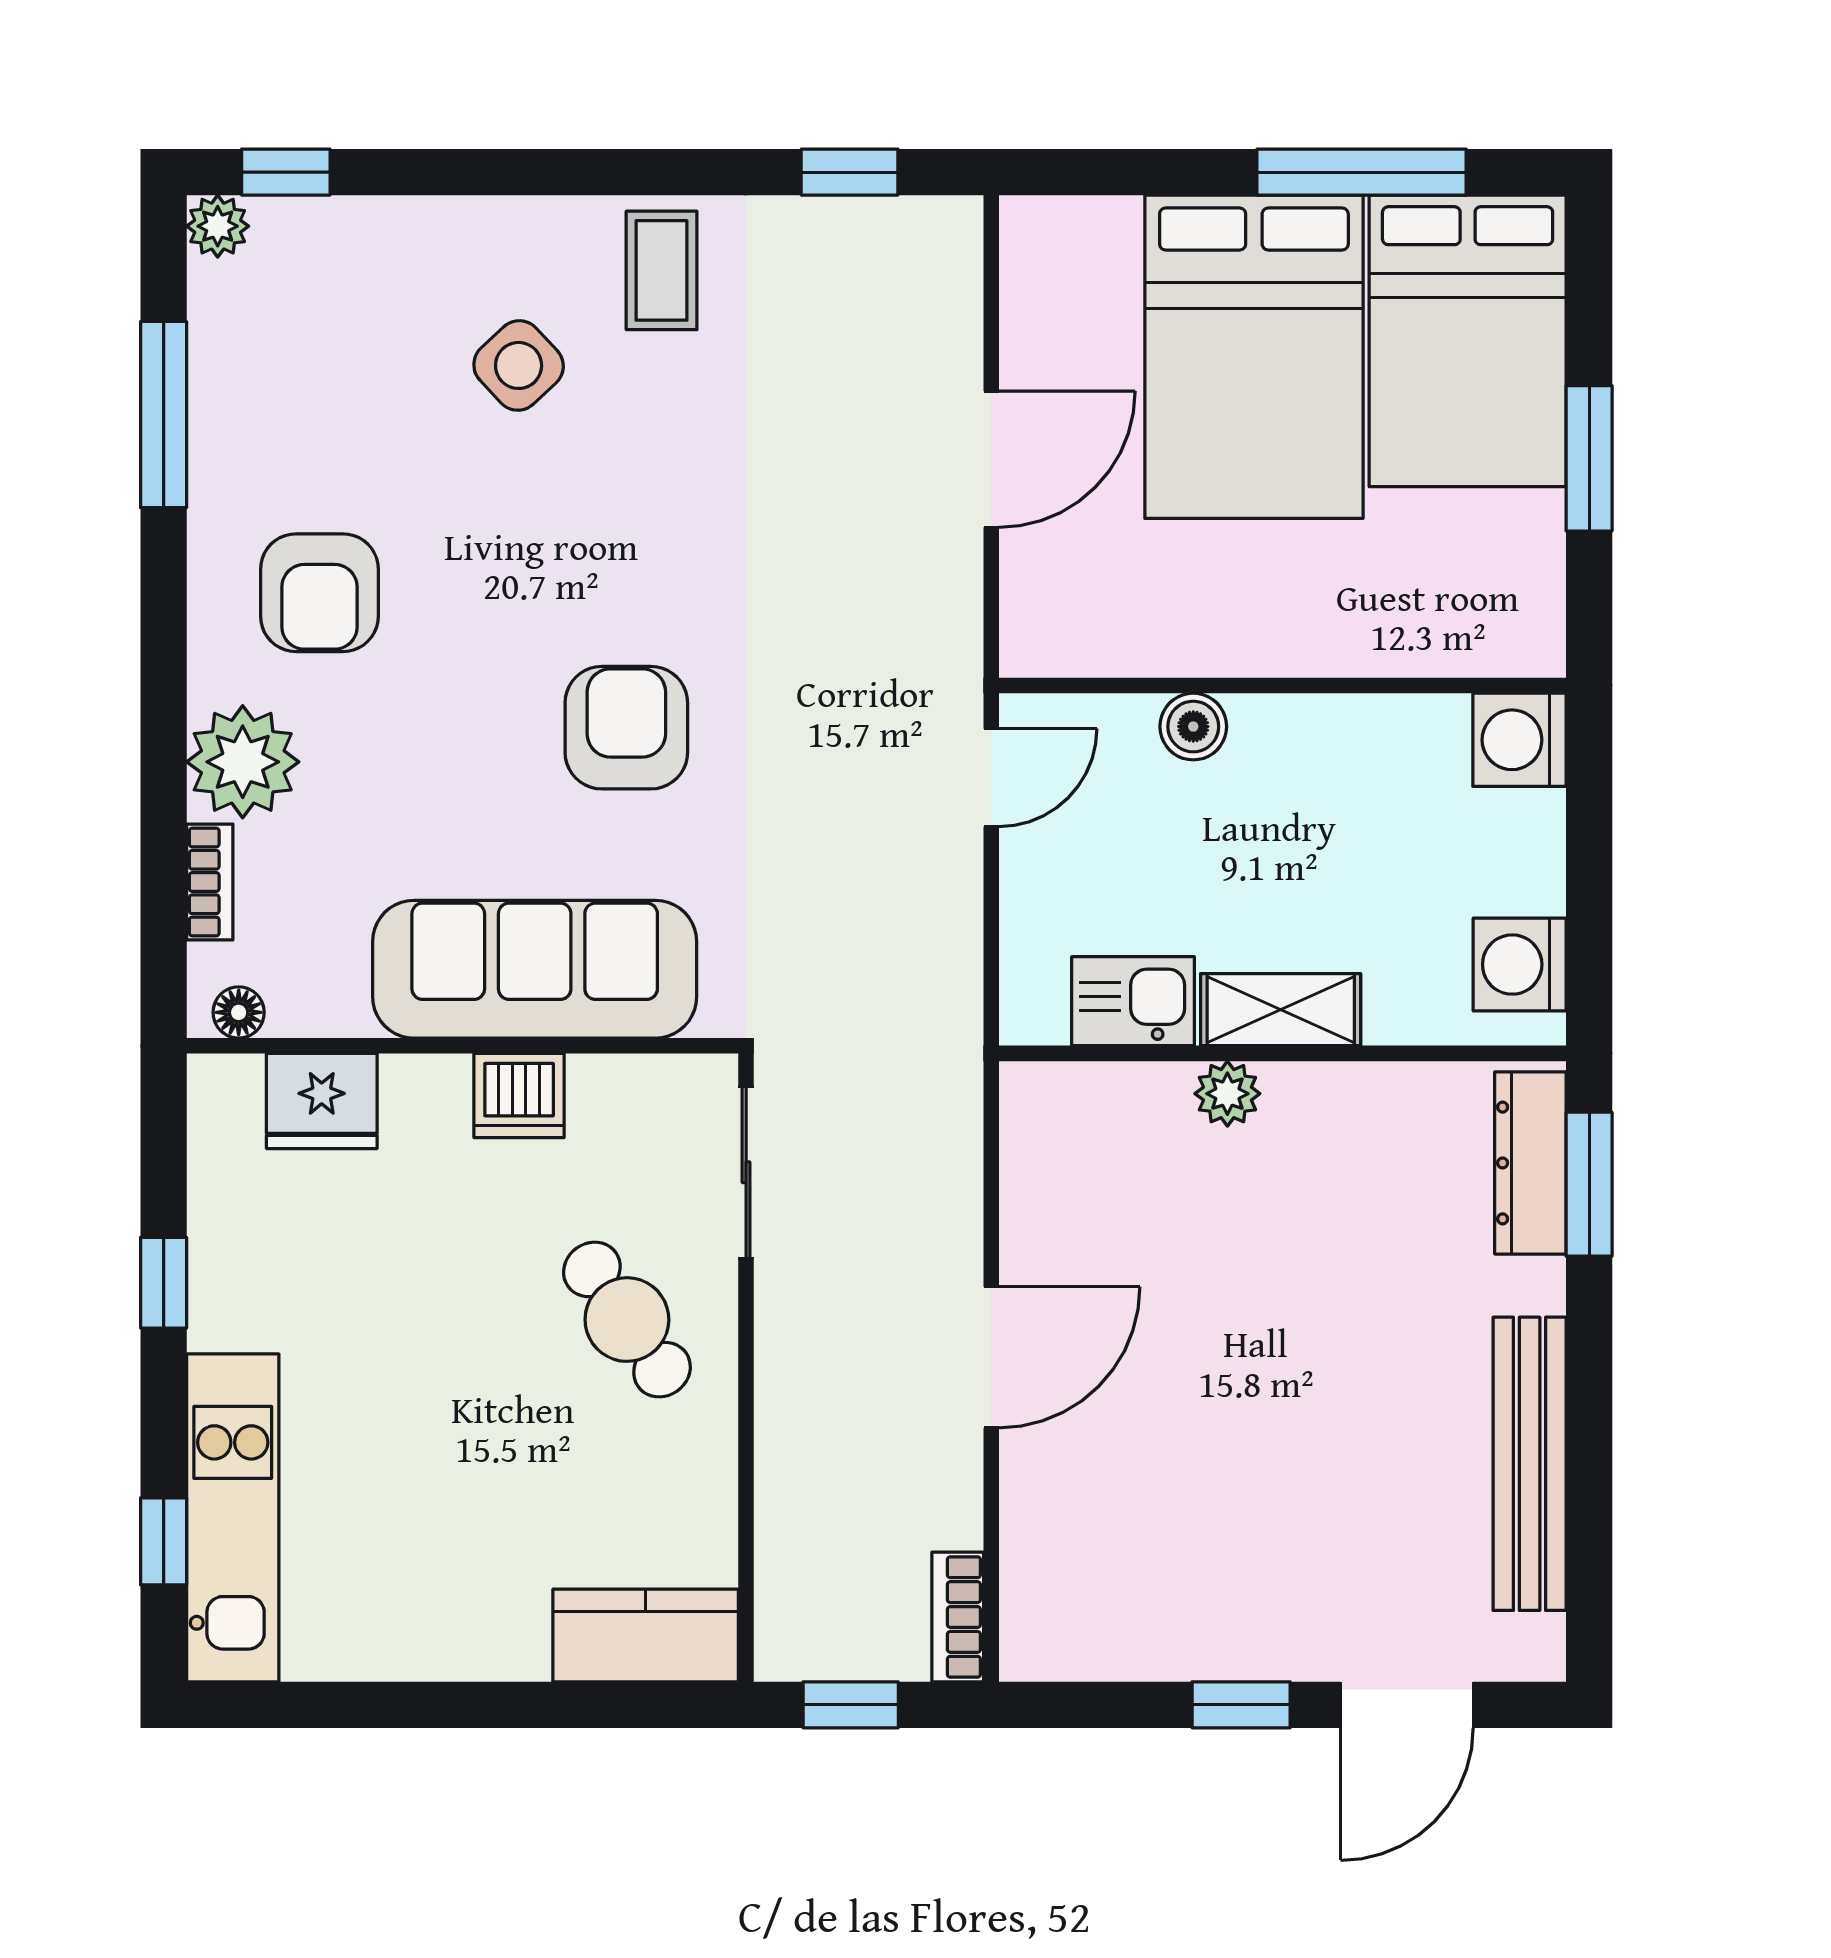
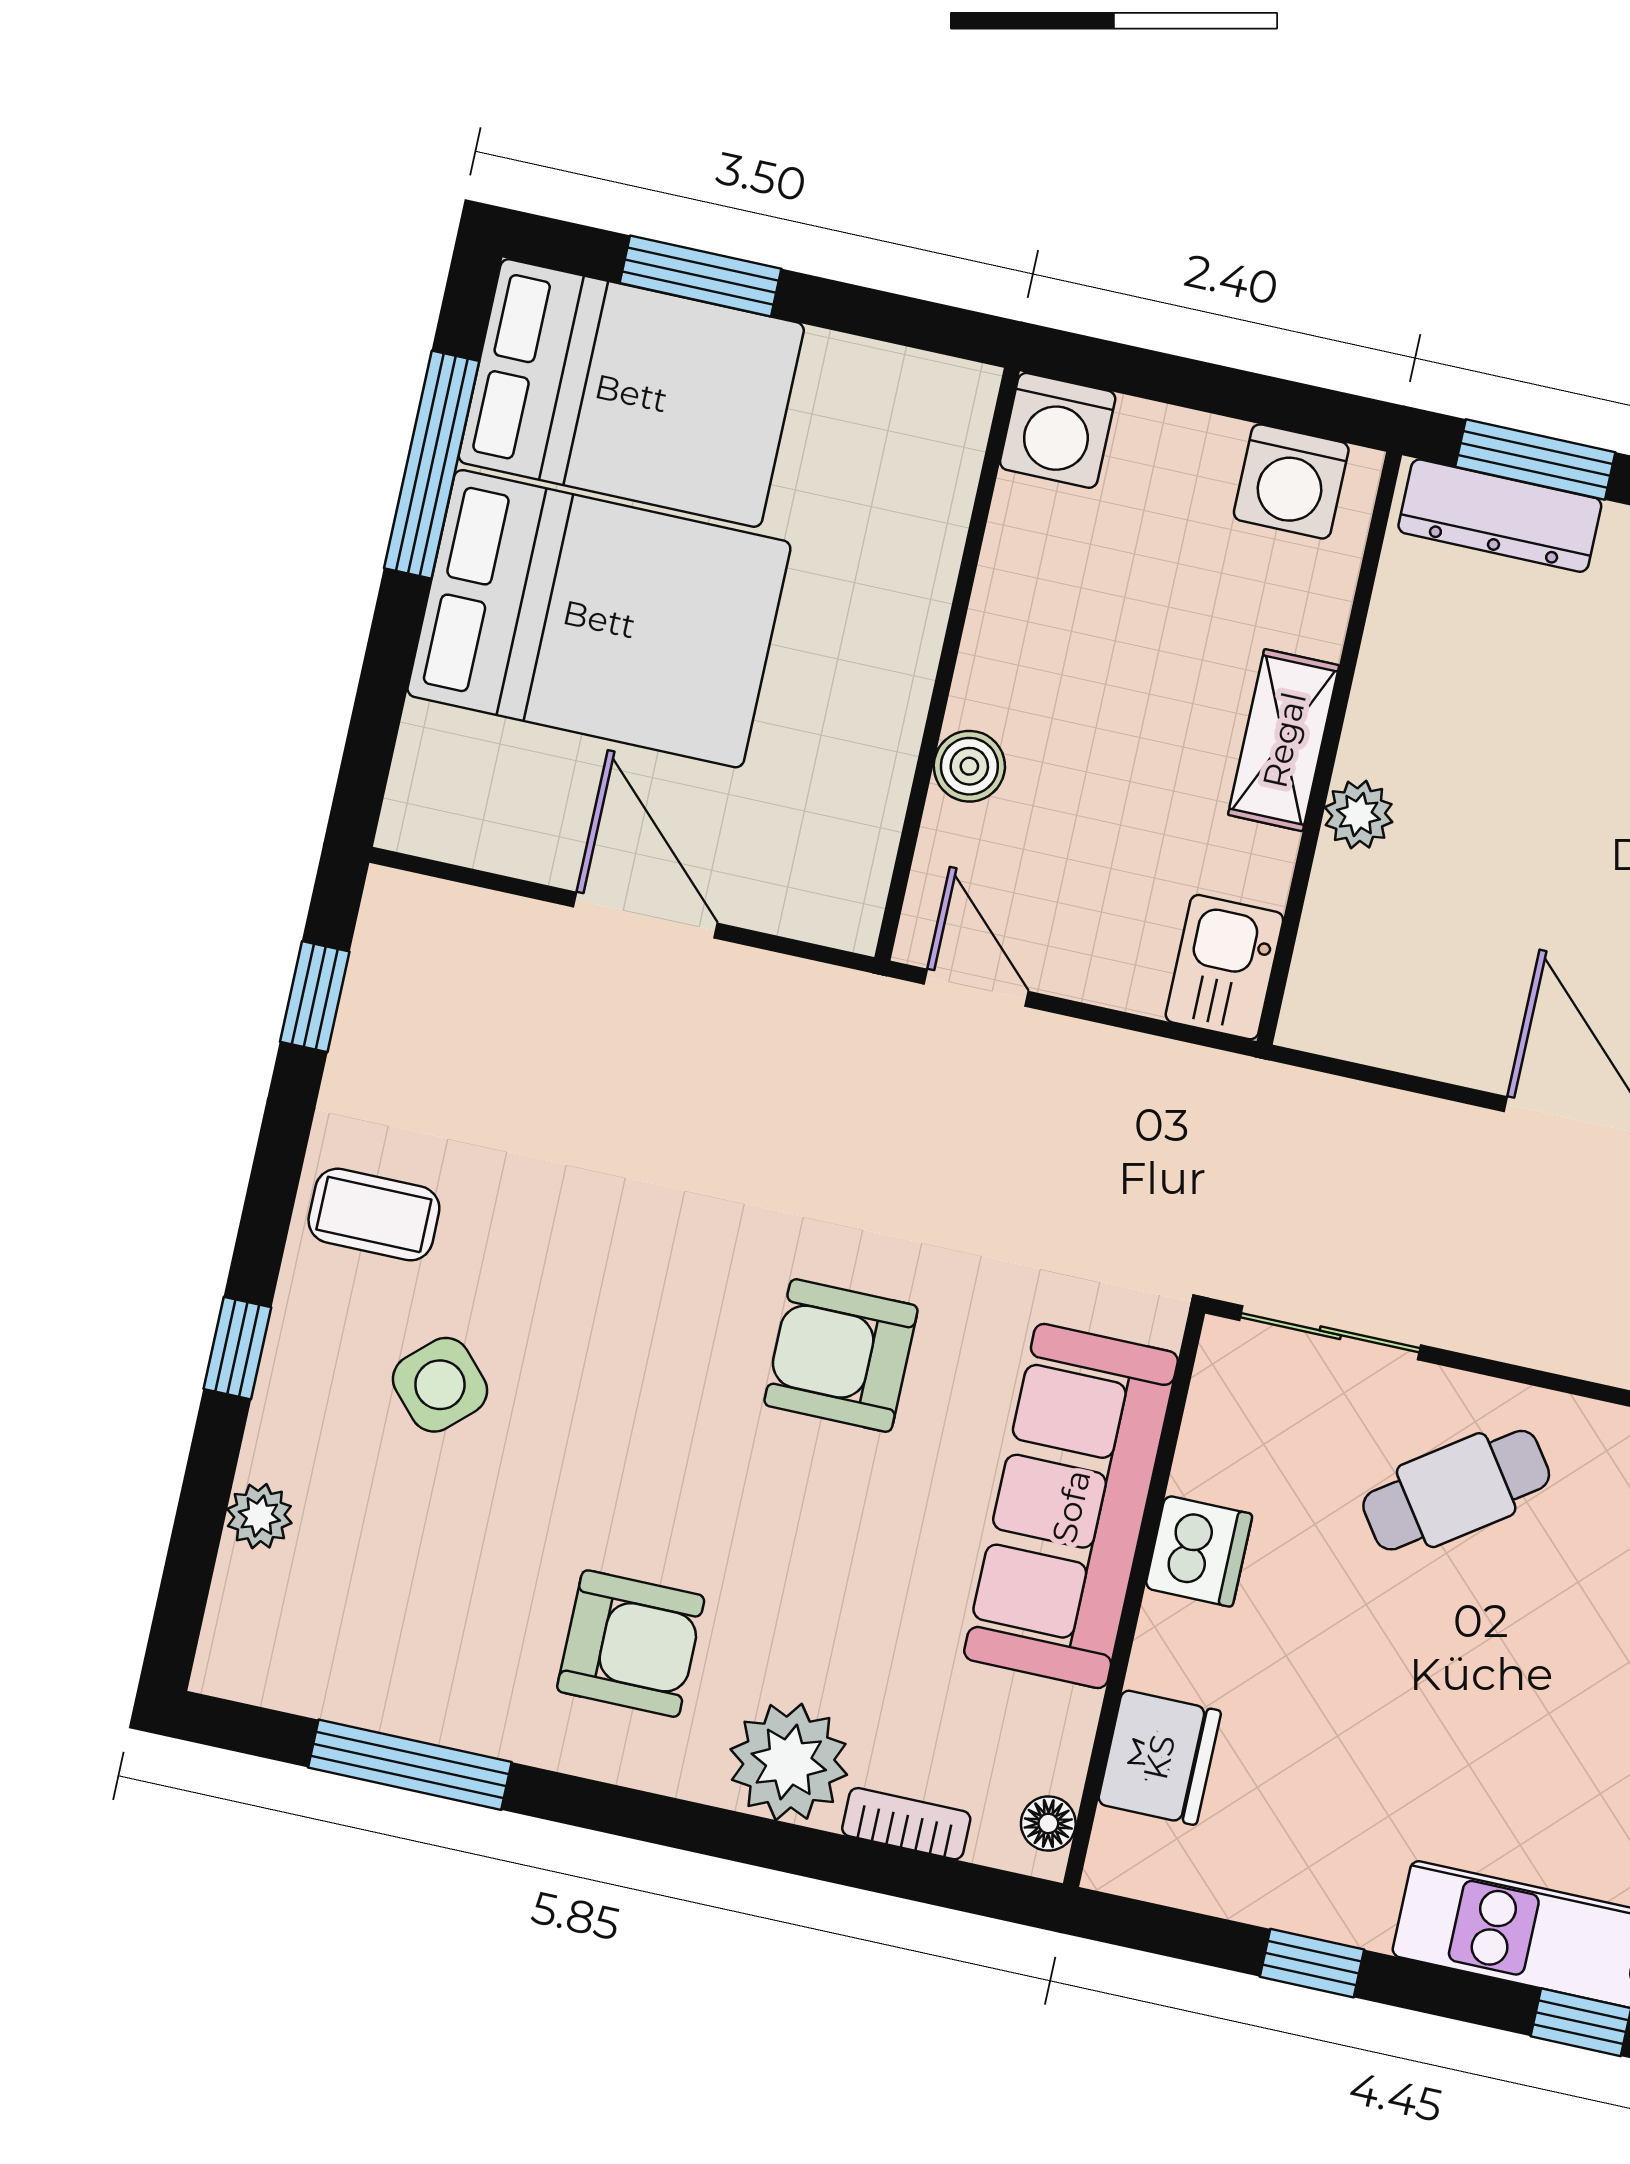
window: (286, 172) -> (237, 1348), moved
plant: (218, 226) -> (259, 1516), moved
window: (1589, 458) -> (701, 276), moved
kitchen sink: (1133, 1001) -> (1224, 967), moved

